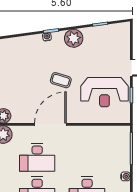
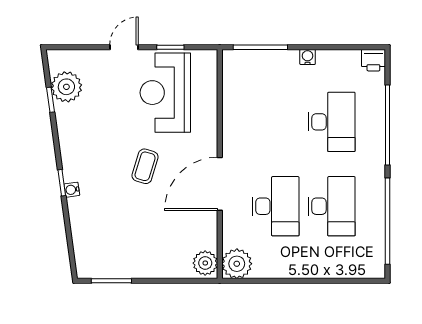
plant: (74, 38) -> (66, 87), moved
reception desk: (104, 92) -> (165, 93), turned 180
door: (50, 124) -> (220, 184), hinge flipped

